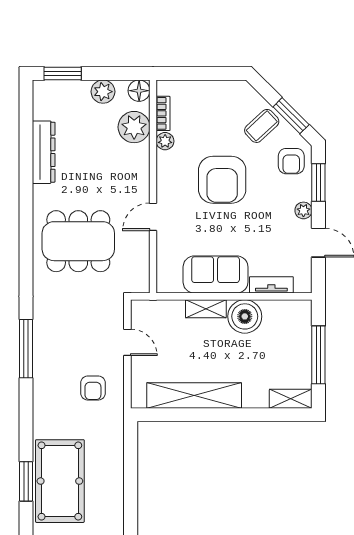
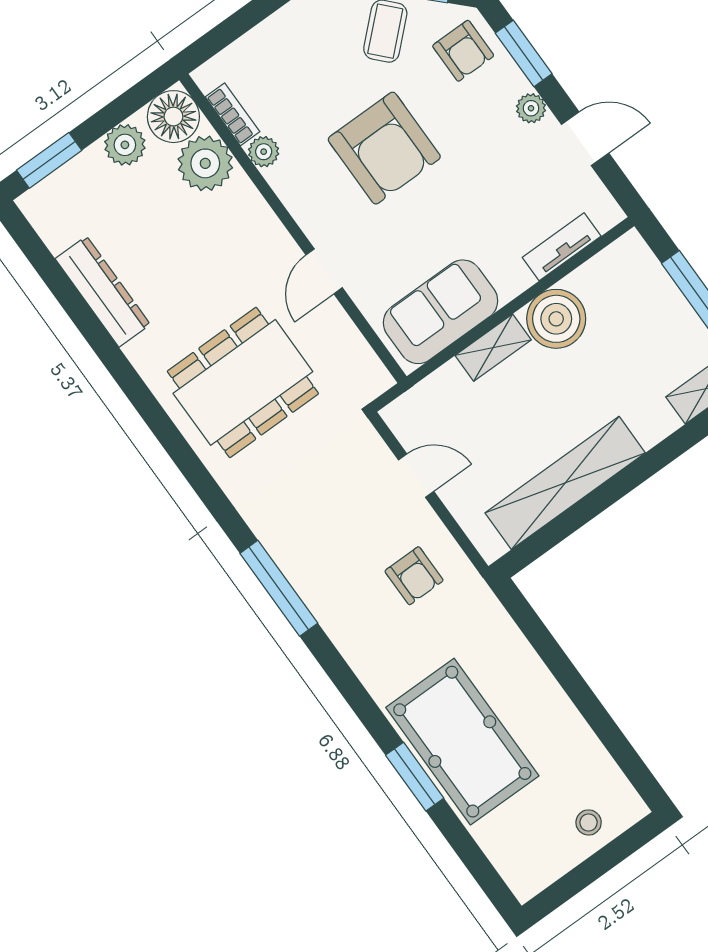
floor lamp: (139, 91) -> (173, 117), width x1.38, depth x1.38
sofa: (216, 274) -> (441, 312), moved

